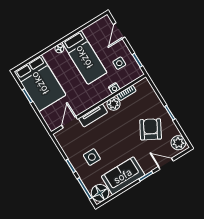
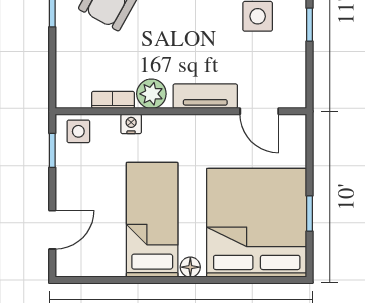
side table: (119, 63) -> (78, 131), moved
bed: (40, 83) -> (257, 223), width x1.36
door: (69, 122) -> (259, 111), hinge flipped

